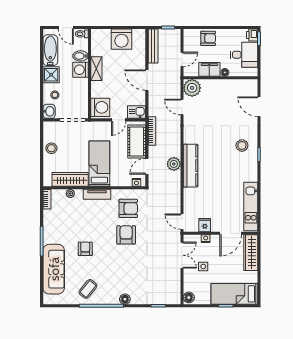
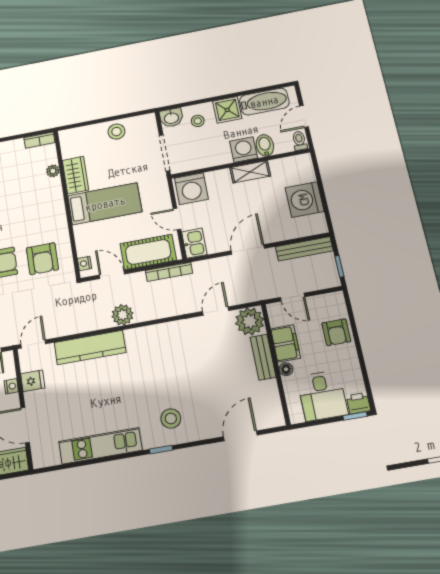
bench: (215, 84) -> (263, 357), added
kitchen counter: (190, 166) -> (90, 348), moved
wardrobe: (70, 179) -> (75, 175), width x0.67
tv unit: (97, 194) -> (57, 209), removed
kitchen unit: (251, 207) -> (100, 446), moved

